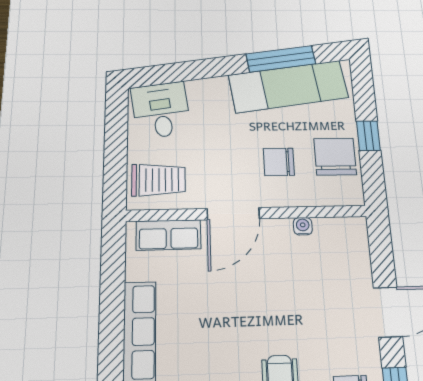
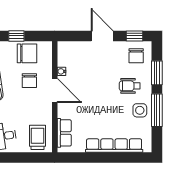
chair: (335, 157) -> (27, 53), turned 180
door: (233, 214) -> (55, 90), moved

